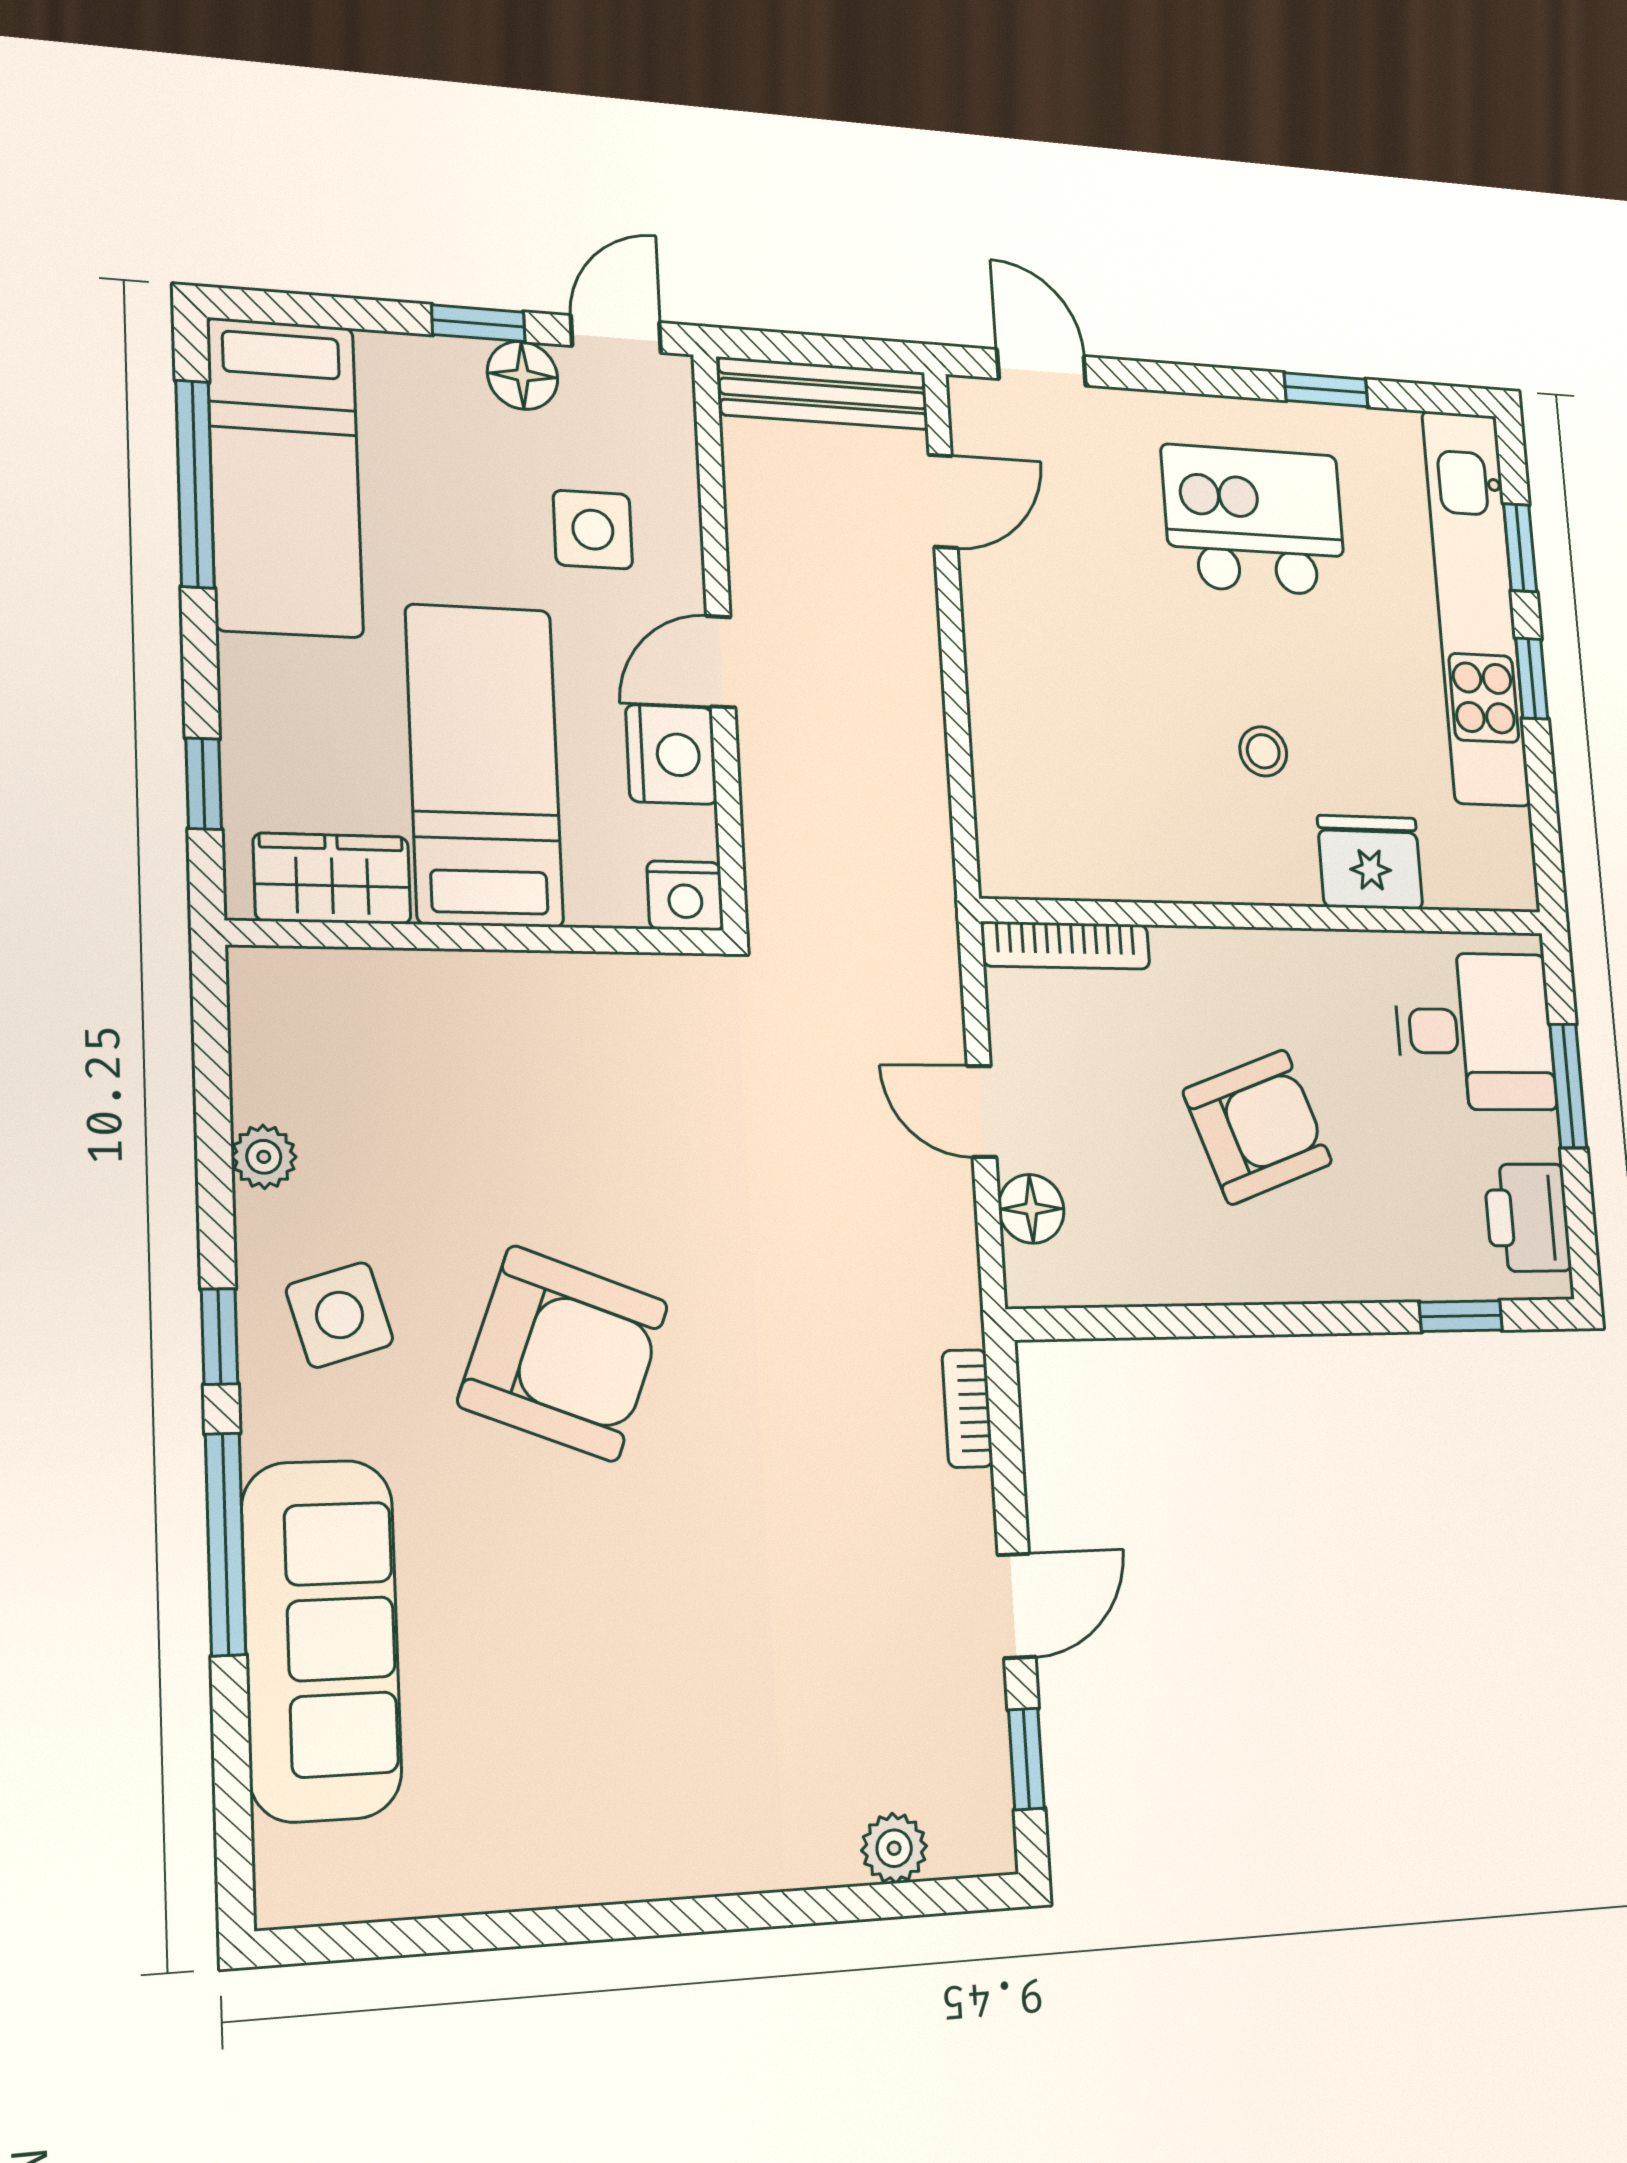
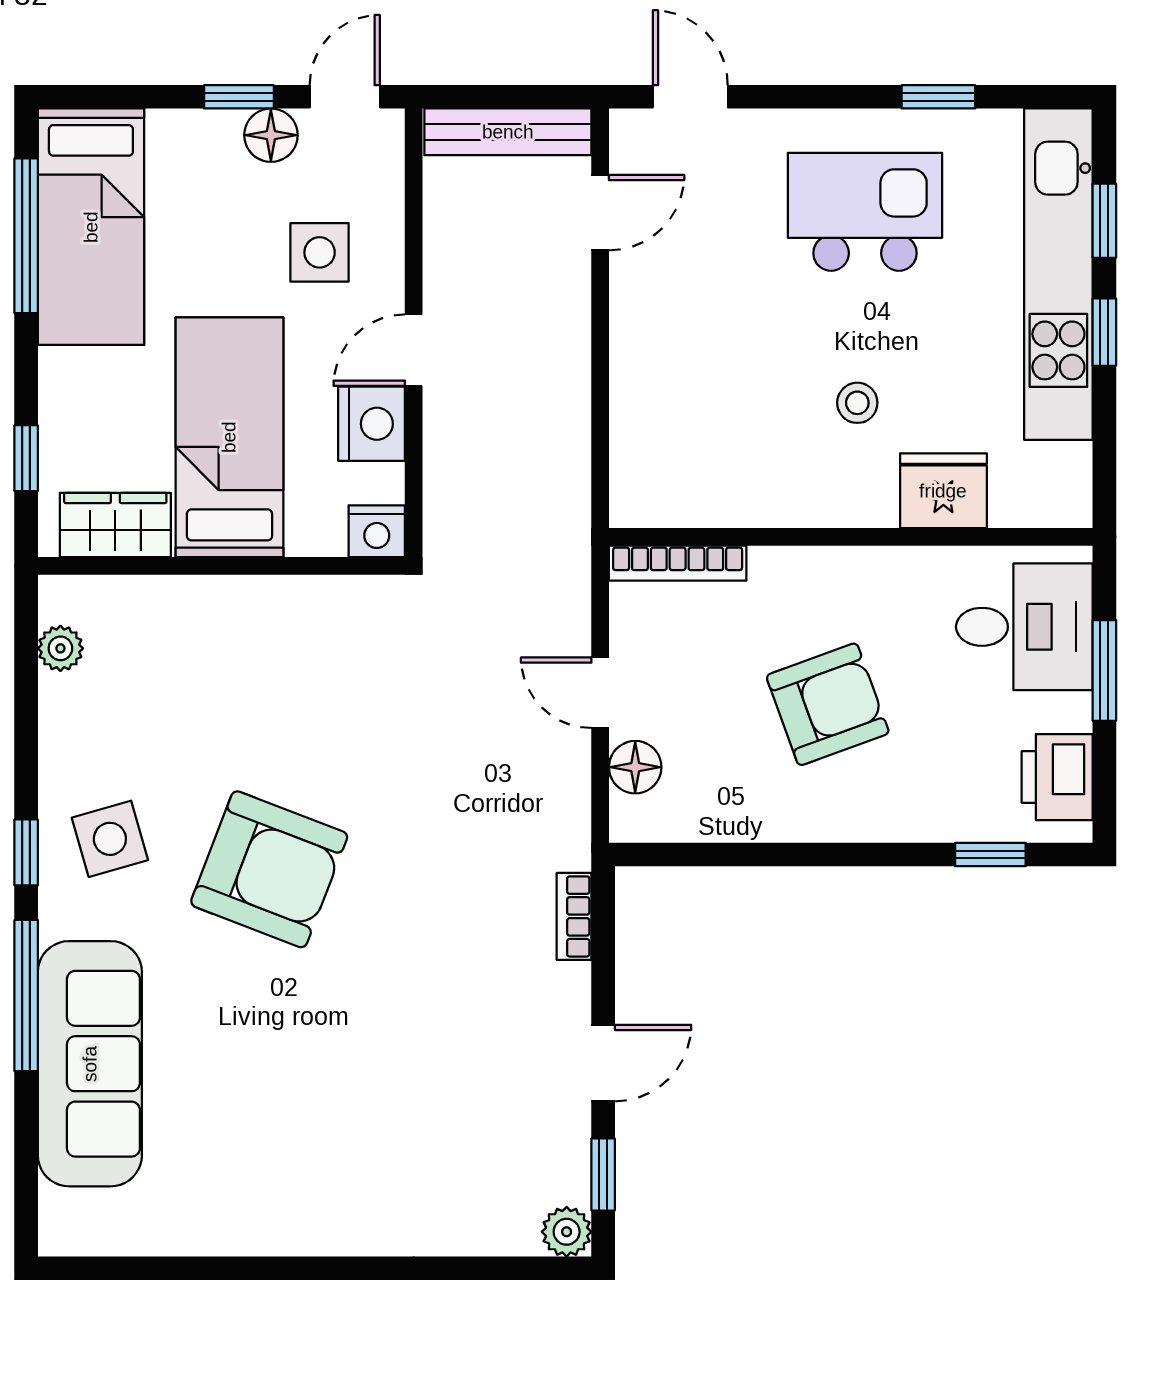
plant: (264, 1157) -> (60, 648), moved
plant: (894, 1848) -> (567, 1232), moved

